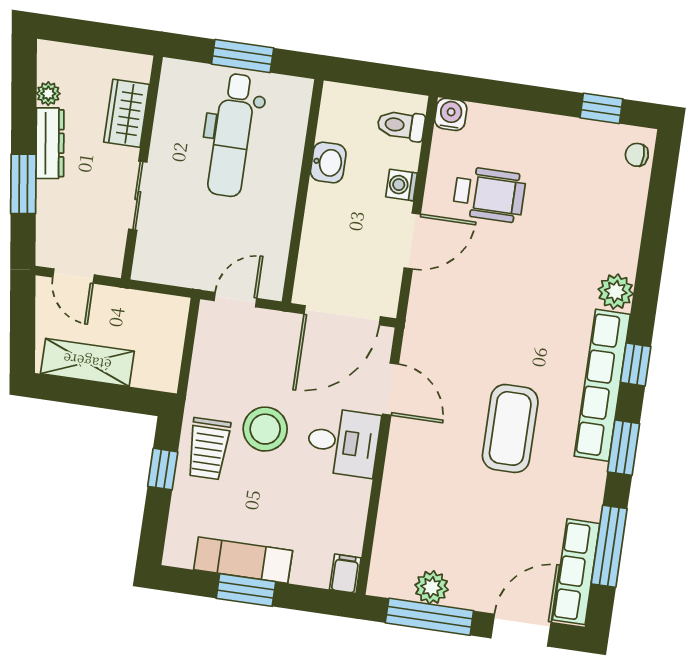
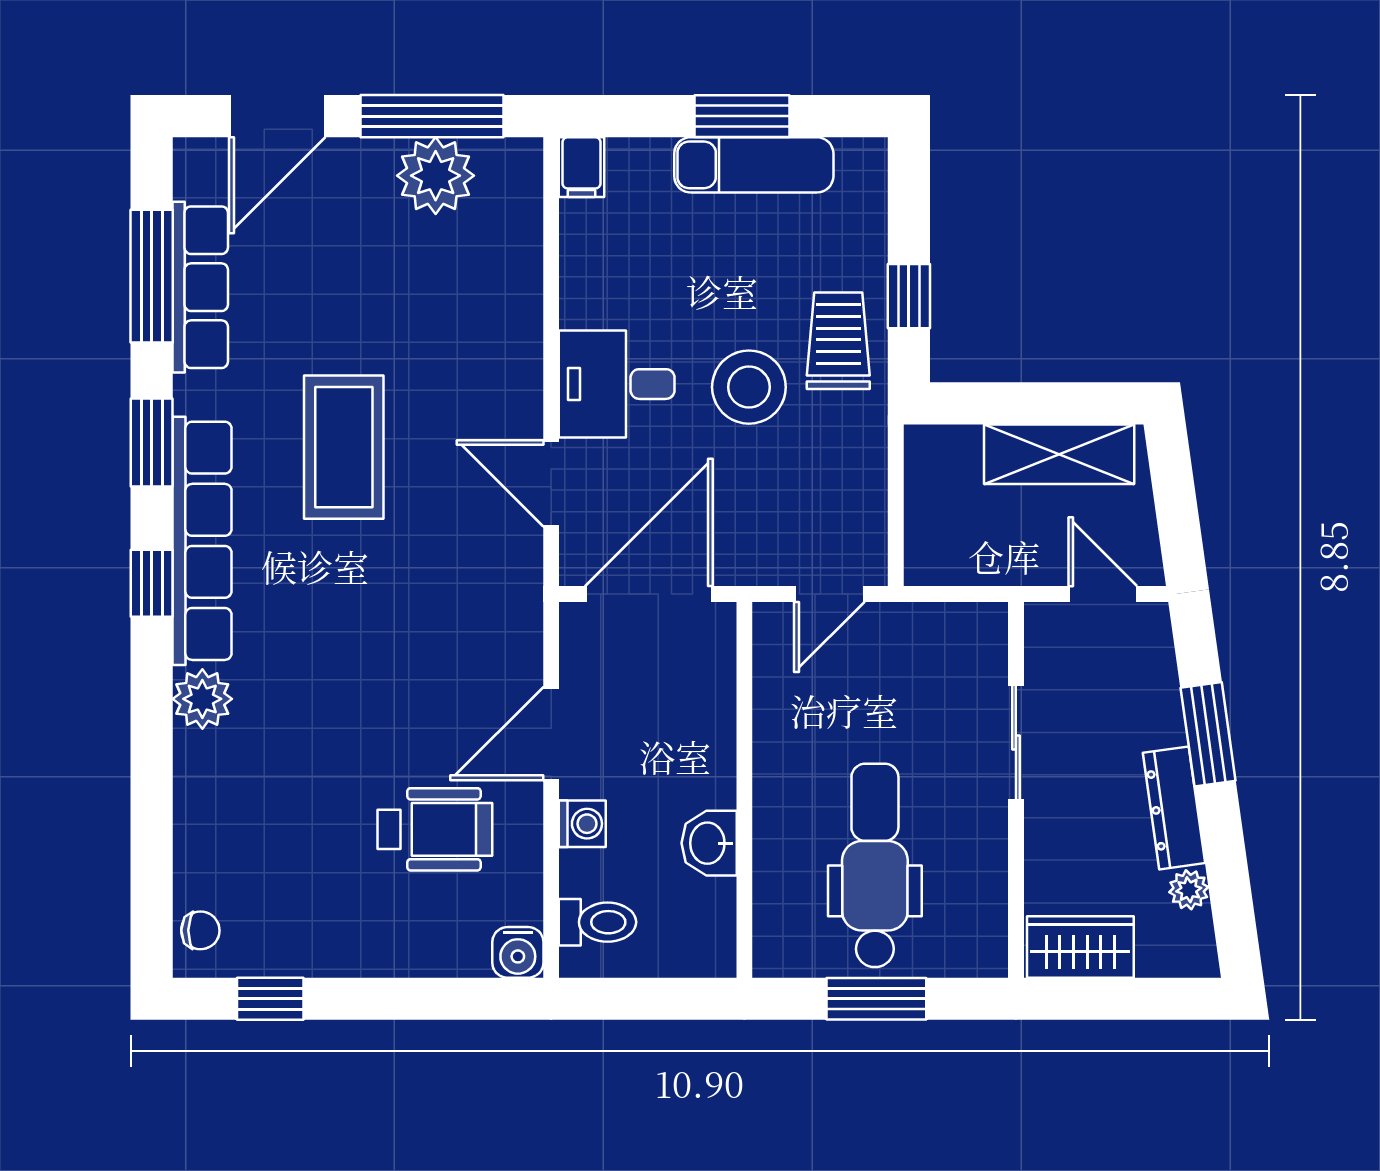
wardrobe: (126, 113) -> (1080, 947), moved, turned -90
wheelchair: (489, 194) -> (435, 829), turned 180
row of seats: (576, 572) -> (200, 287), moved
plant: (432, 587) -> (436, 176), width x1.36, depth x1.36

